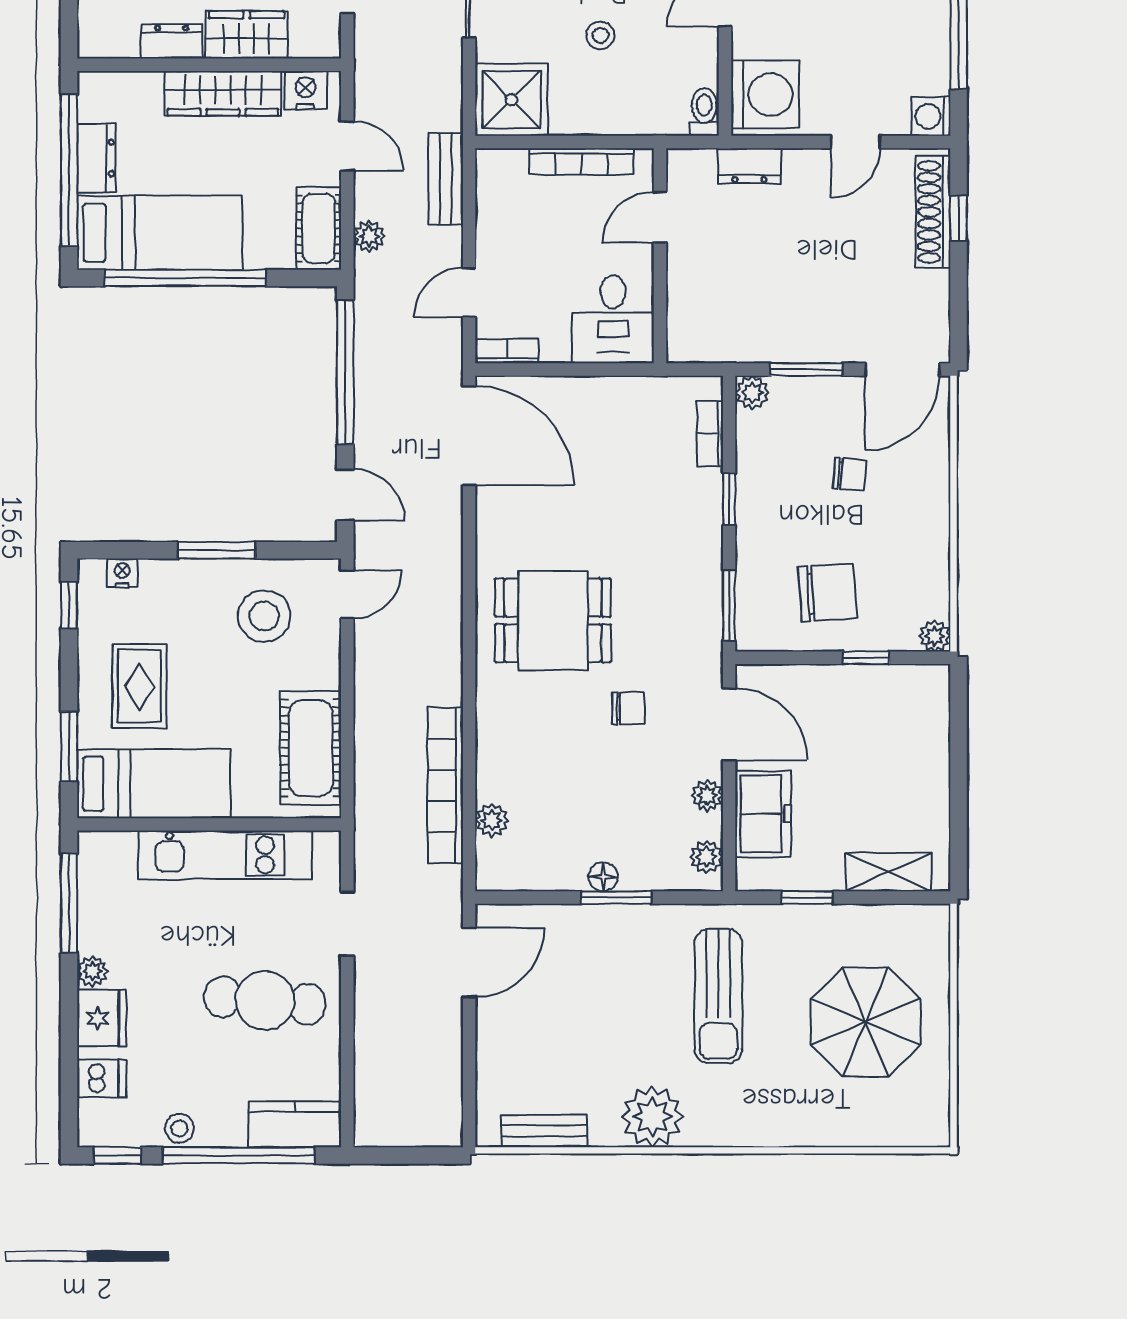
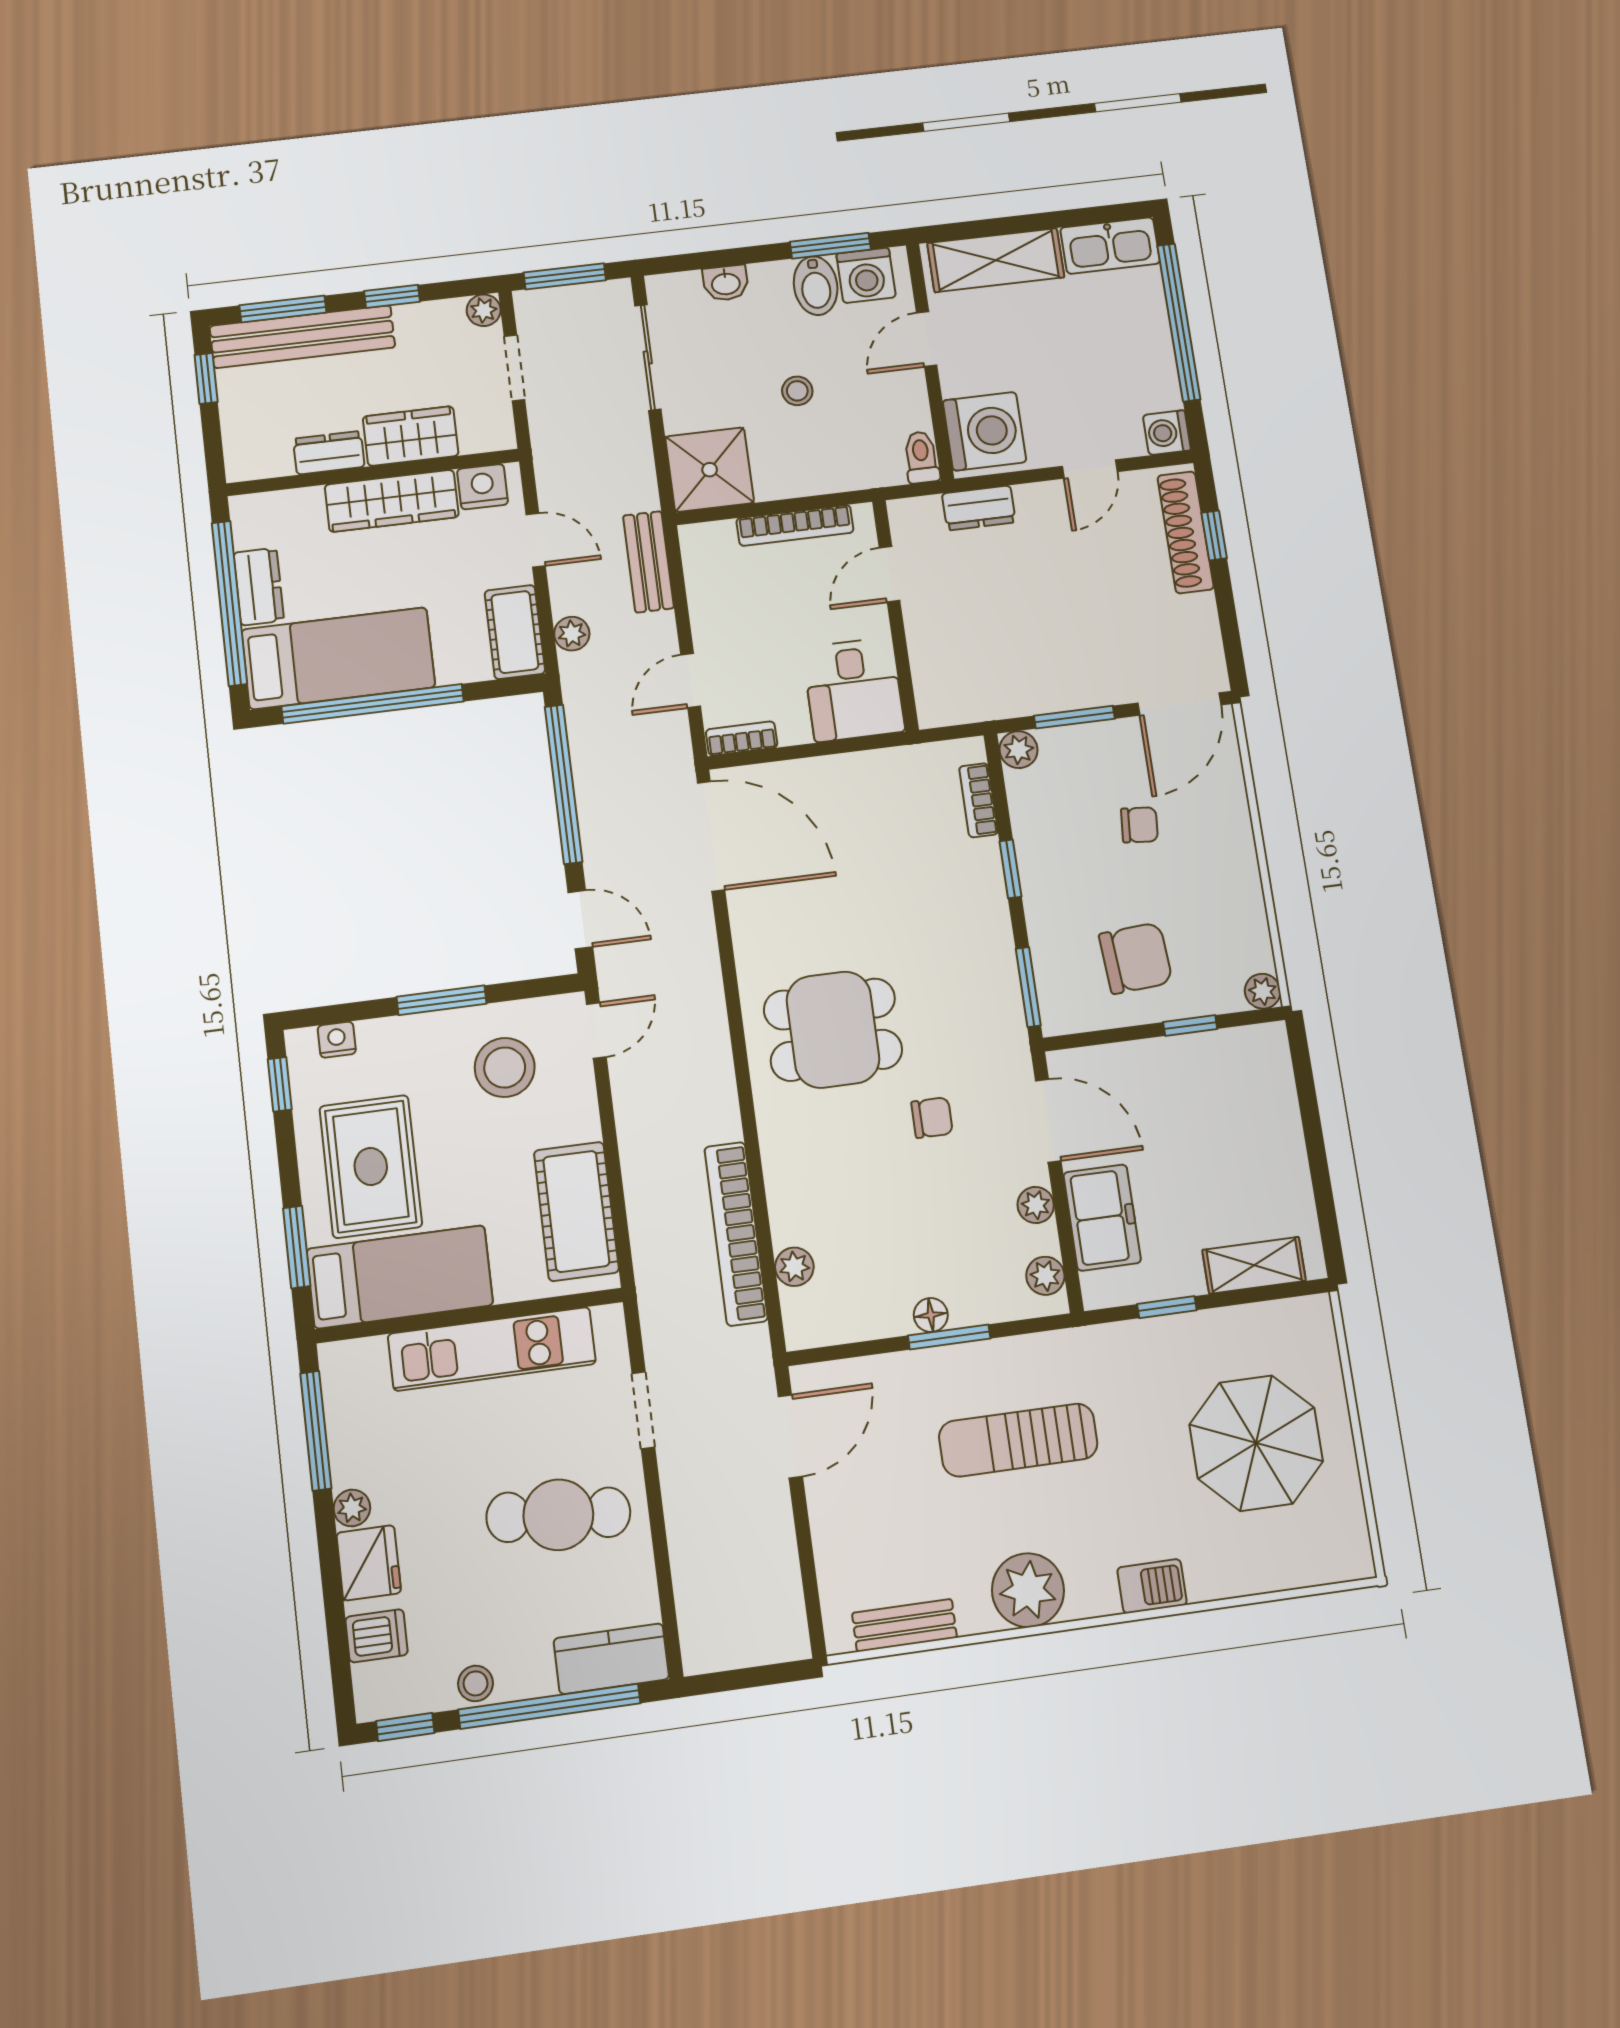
rug: (139, 686) -> (371, 1166), width x1.36, depth x1.43
sun lounger: (718, 996) -> (1018, 1440), moved, turned 90
barbecue: (758, 1128) -> (1152, 1586), added

